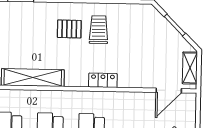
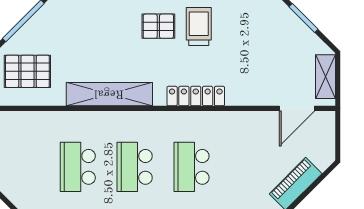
locker: (103, 80) -> (196, 96), width x1.53

